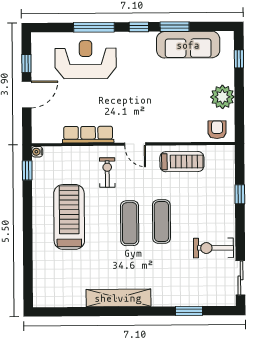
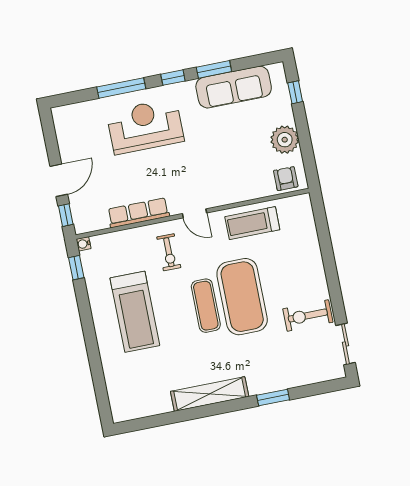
reception desk: (86, 60) -> (145, 126), moved
window: (26, 63) -> (66, 215), moved
treadmill: (182, 162) -> (252, 223), turned 180
exercise bike: (107, 173) -> (169, 252), turned 180
window: (240, 194) -> (326, 248), removed
treadmill: (69, 217) -> (135, 312), turned 180
exercise mat: (161, 222) -> (242, 297), width x2.00, depth x1.45
window: (189, 311) -> (273, 397), moved

